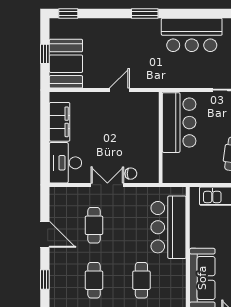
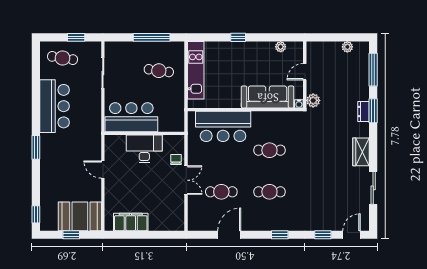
desk: (65, 163) -> (144, 149), moved, turned 180
double door: (107, 185) -> (186, 180), swing flipped
window: (45, 279) -> (280, 235), moved

